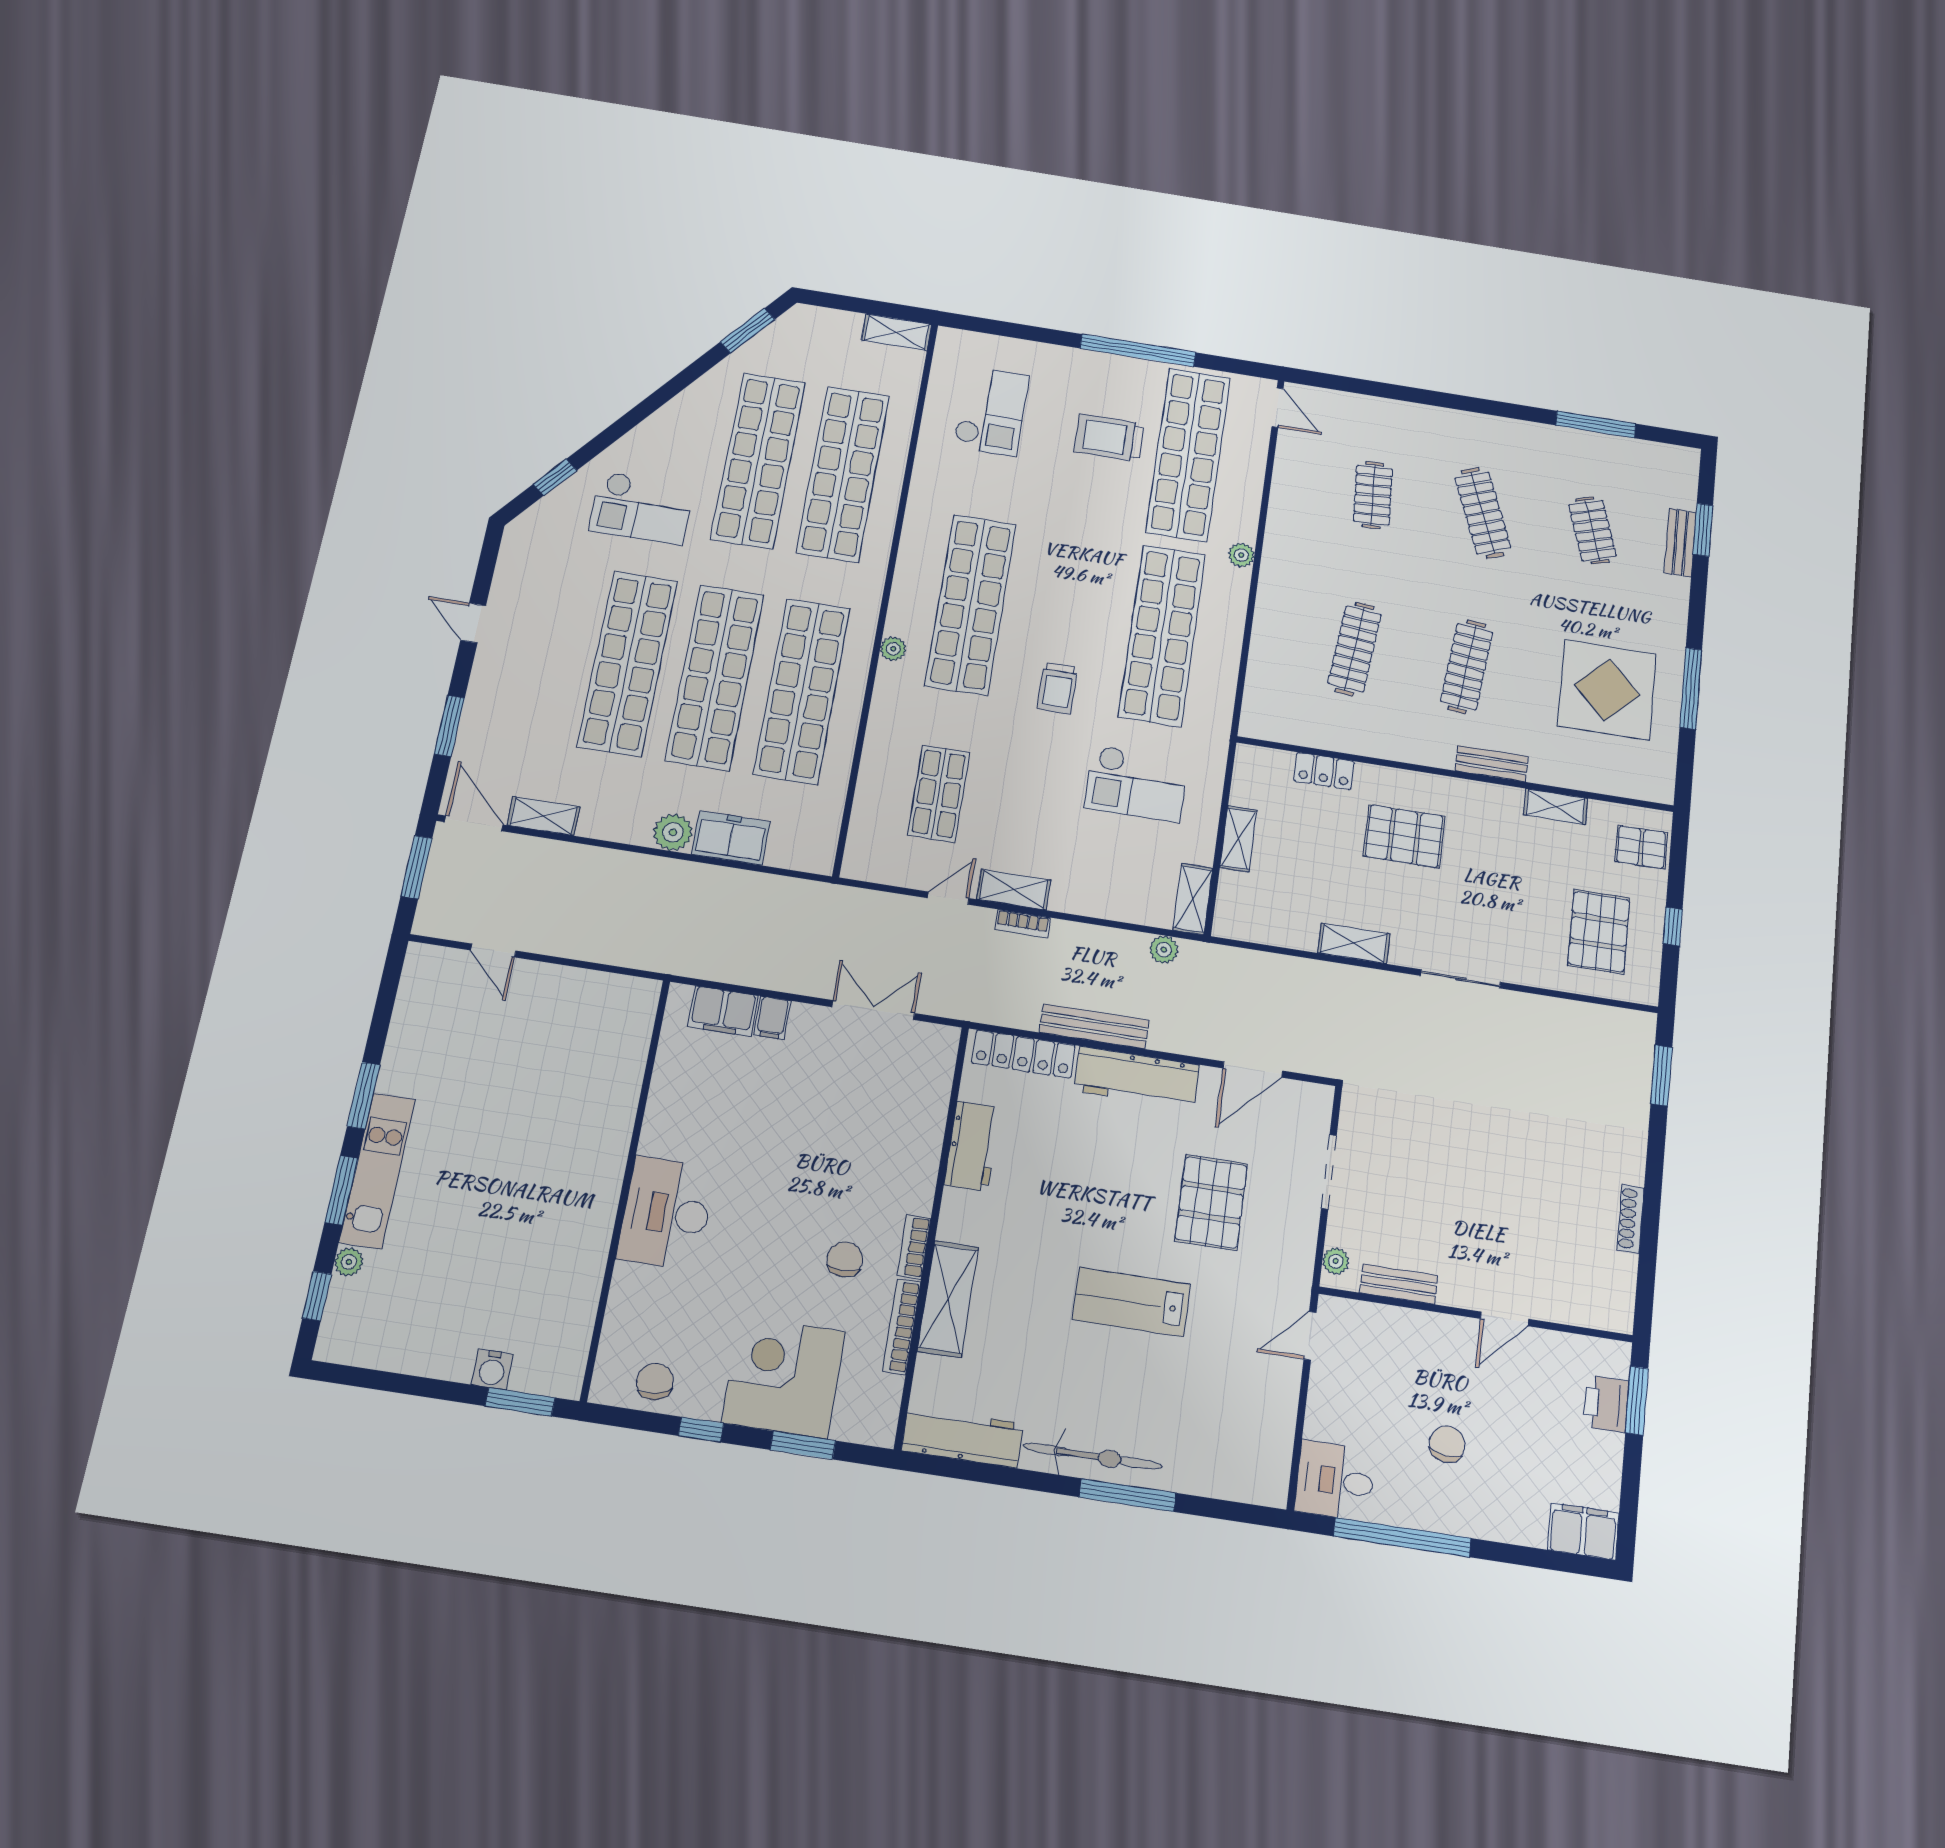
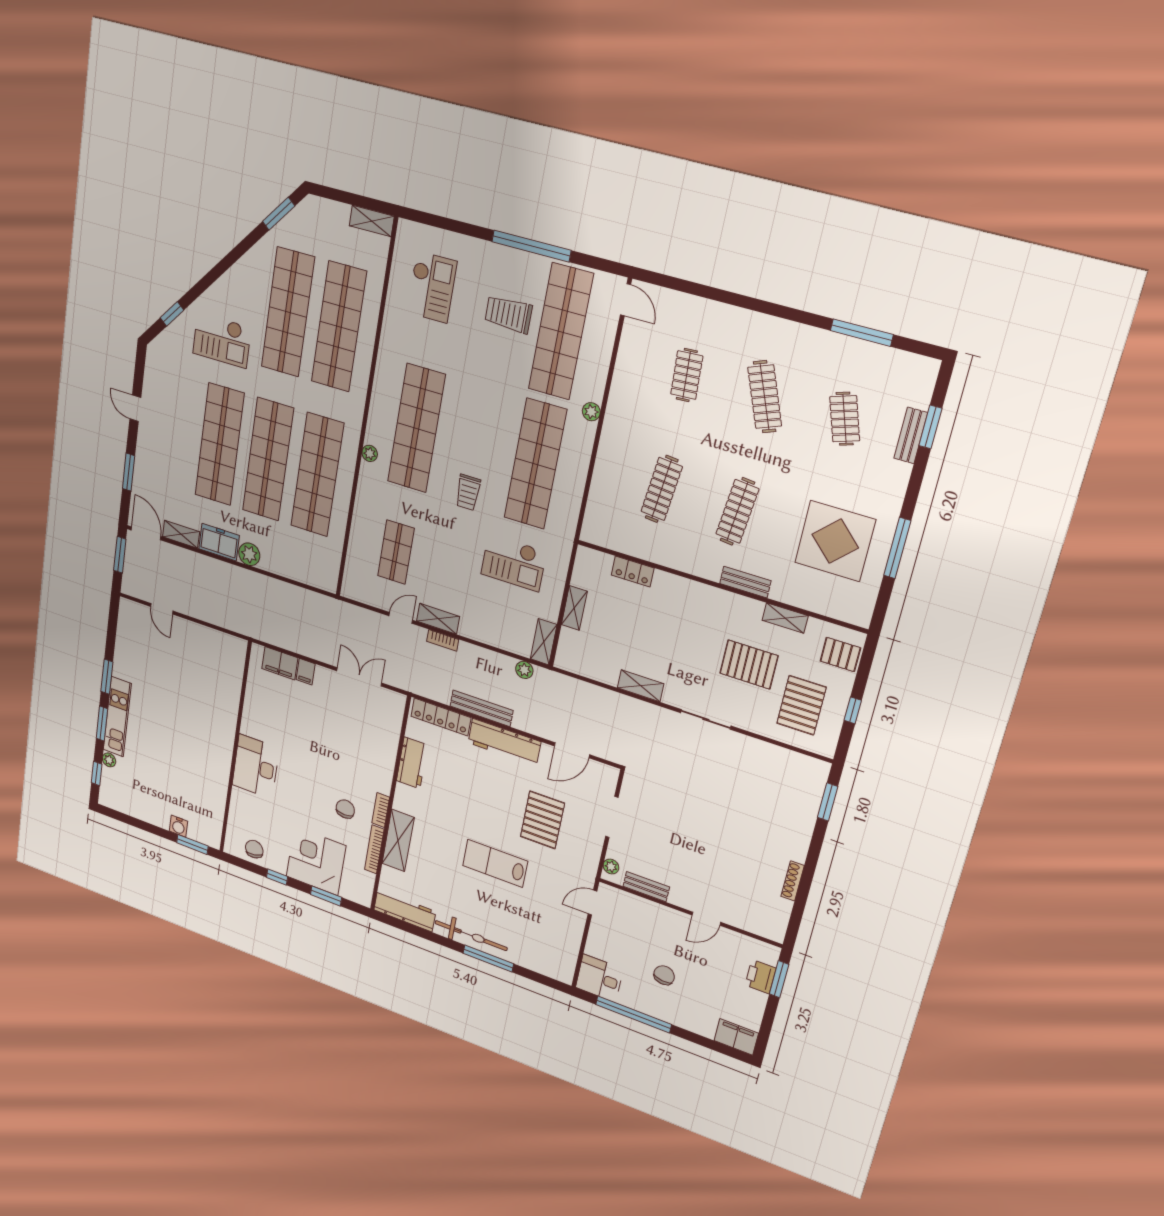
pallet: (1404, 836) -> (749, 665), moved
freezer: (731, 838) -> (219, 542), moved

